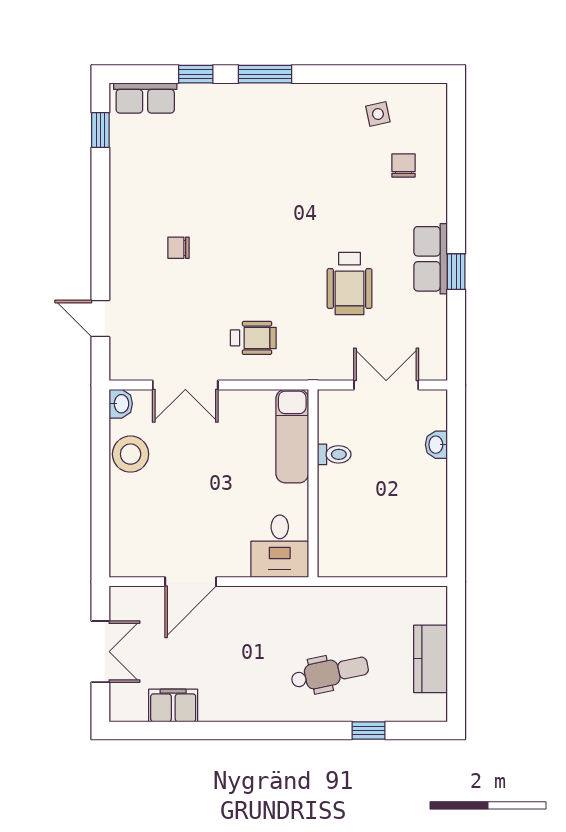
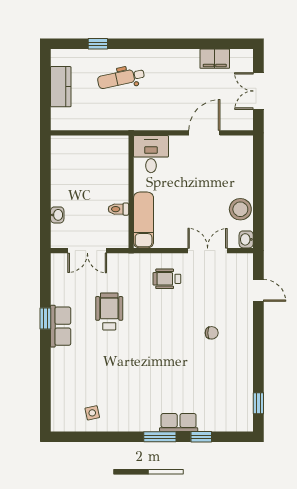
row of seats: (145, 98) -> (179, 422), moved
chair: (404, 165) -> (77, 382), removed

